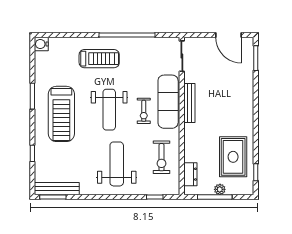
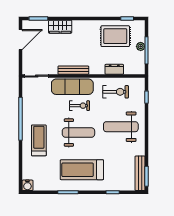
wardrobe: (245, 86) -> (60, 27), added
treadmill: (61, 114) -> (82, 170), turned 180
dresser: (190, 174) -> (114, 69), moved

